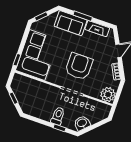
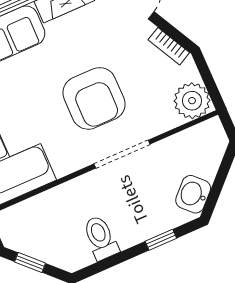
armchair: (79, 66) -> (94, 98), turned 180
toilet: (58, 116) -> (101, 238), moved

